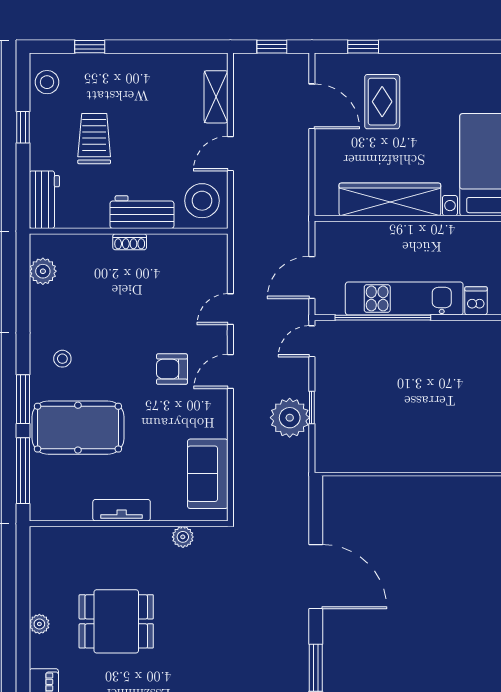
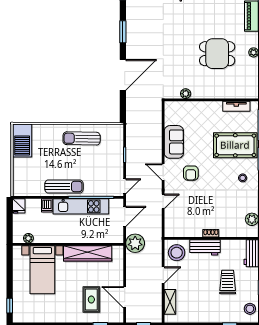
trolley: (94, 139) -> (228, 282), turned 180
sun lounger: (440, 341) -> (64, 187), added
armchair: (172, 369) -> (191, 173), turned 90
door: (230, 371) -> (163, 172), swing flipped
plant: (290, 418) -> (135, 243), moved
sun lounger: (403, 442) -> (82, 138), added
sofa: (208, 474) -> (174, 142), moved
tv unit: (122, 510) -> (236, 106), moved
door: (316, 577) -> (123, 75), swing flipped

